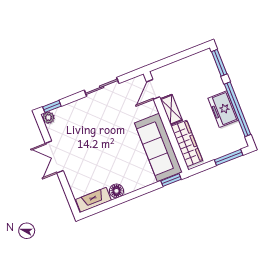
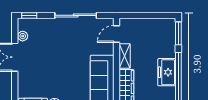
sliding door: (102, 87) -> (76, 15), width x1.37
plant: (48, 118) -> (23, 36), moved

